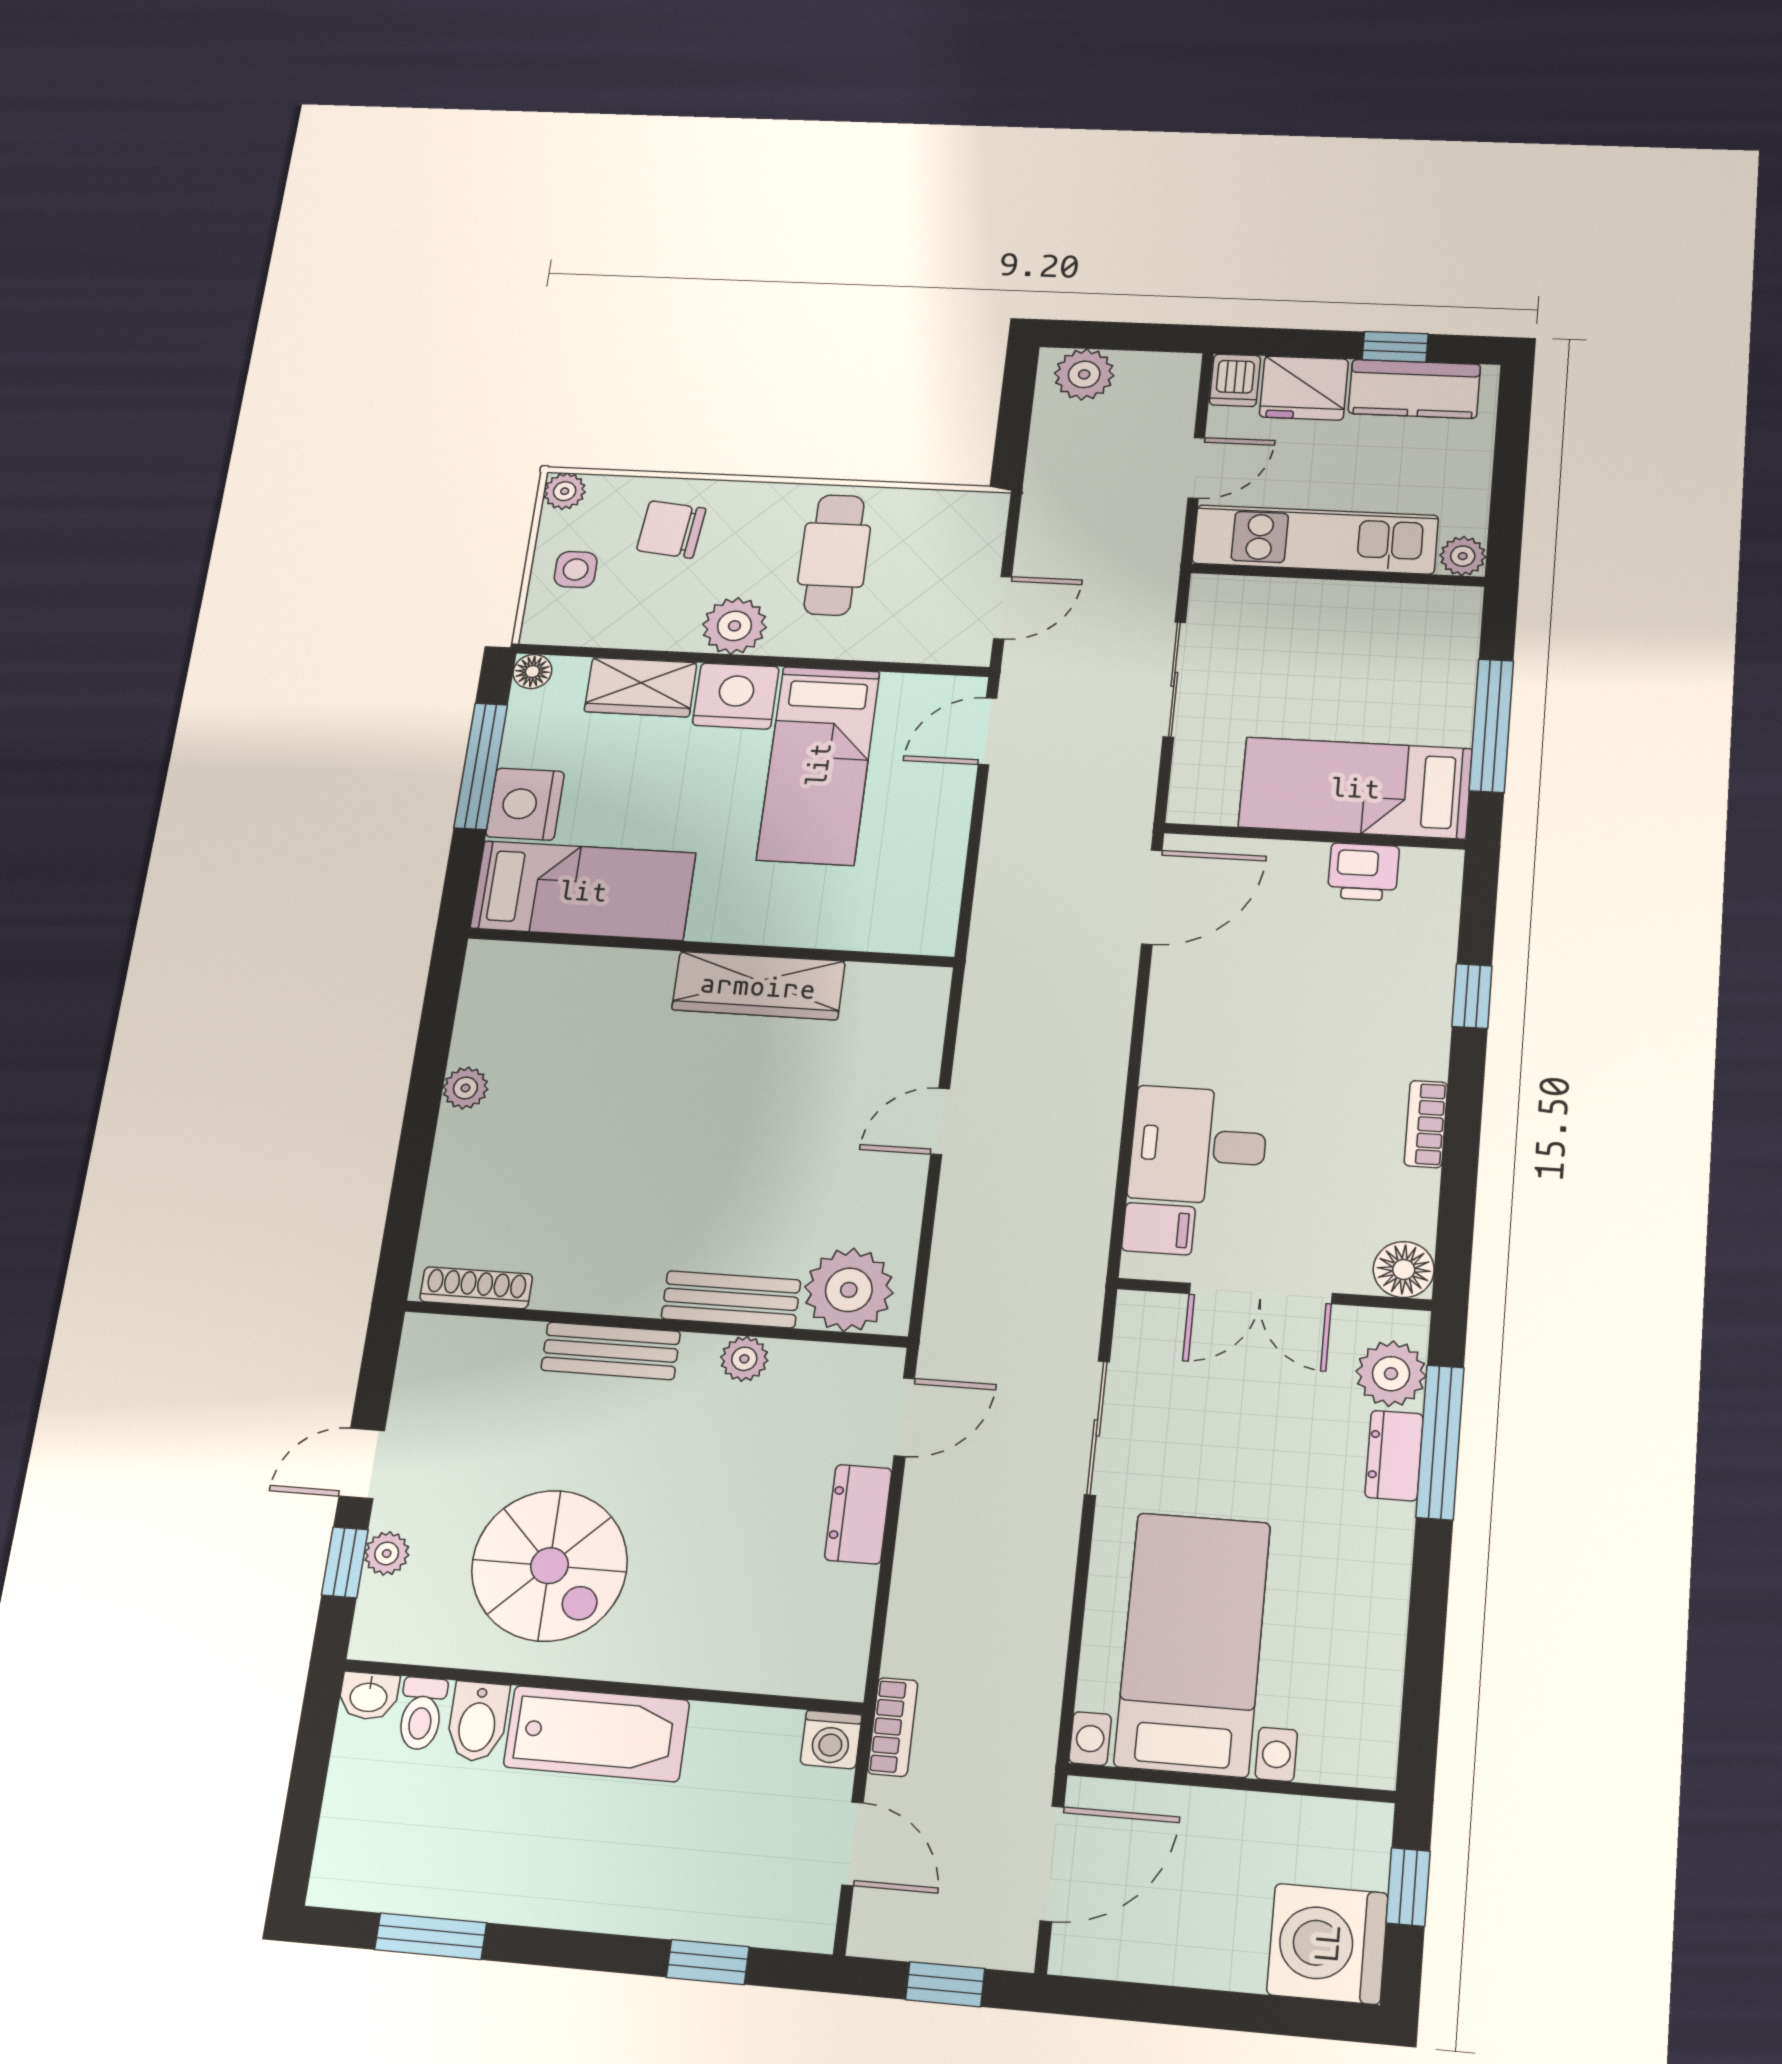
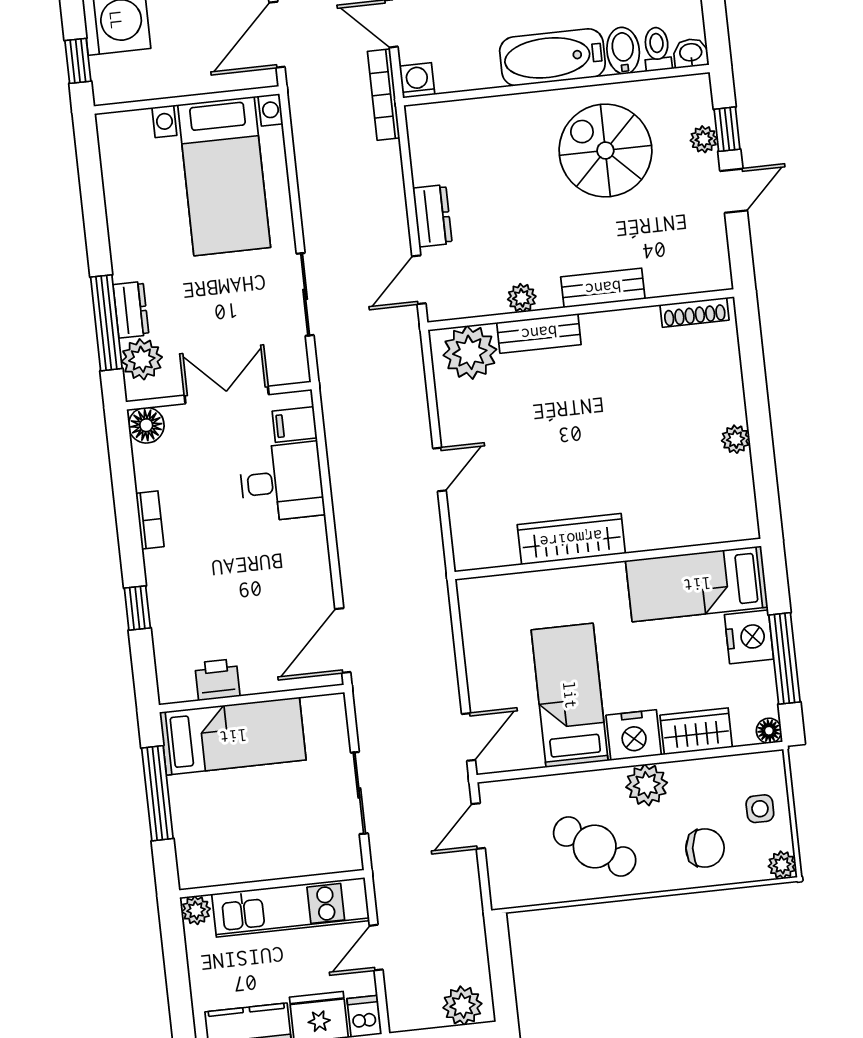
cafe table: (834, 555) -> (595, 847), turned -55
bookcase: (893, 1727) -> (384, 95), width x1.56

